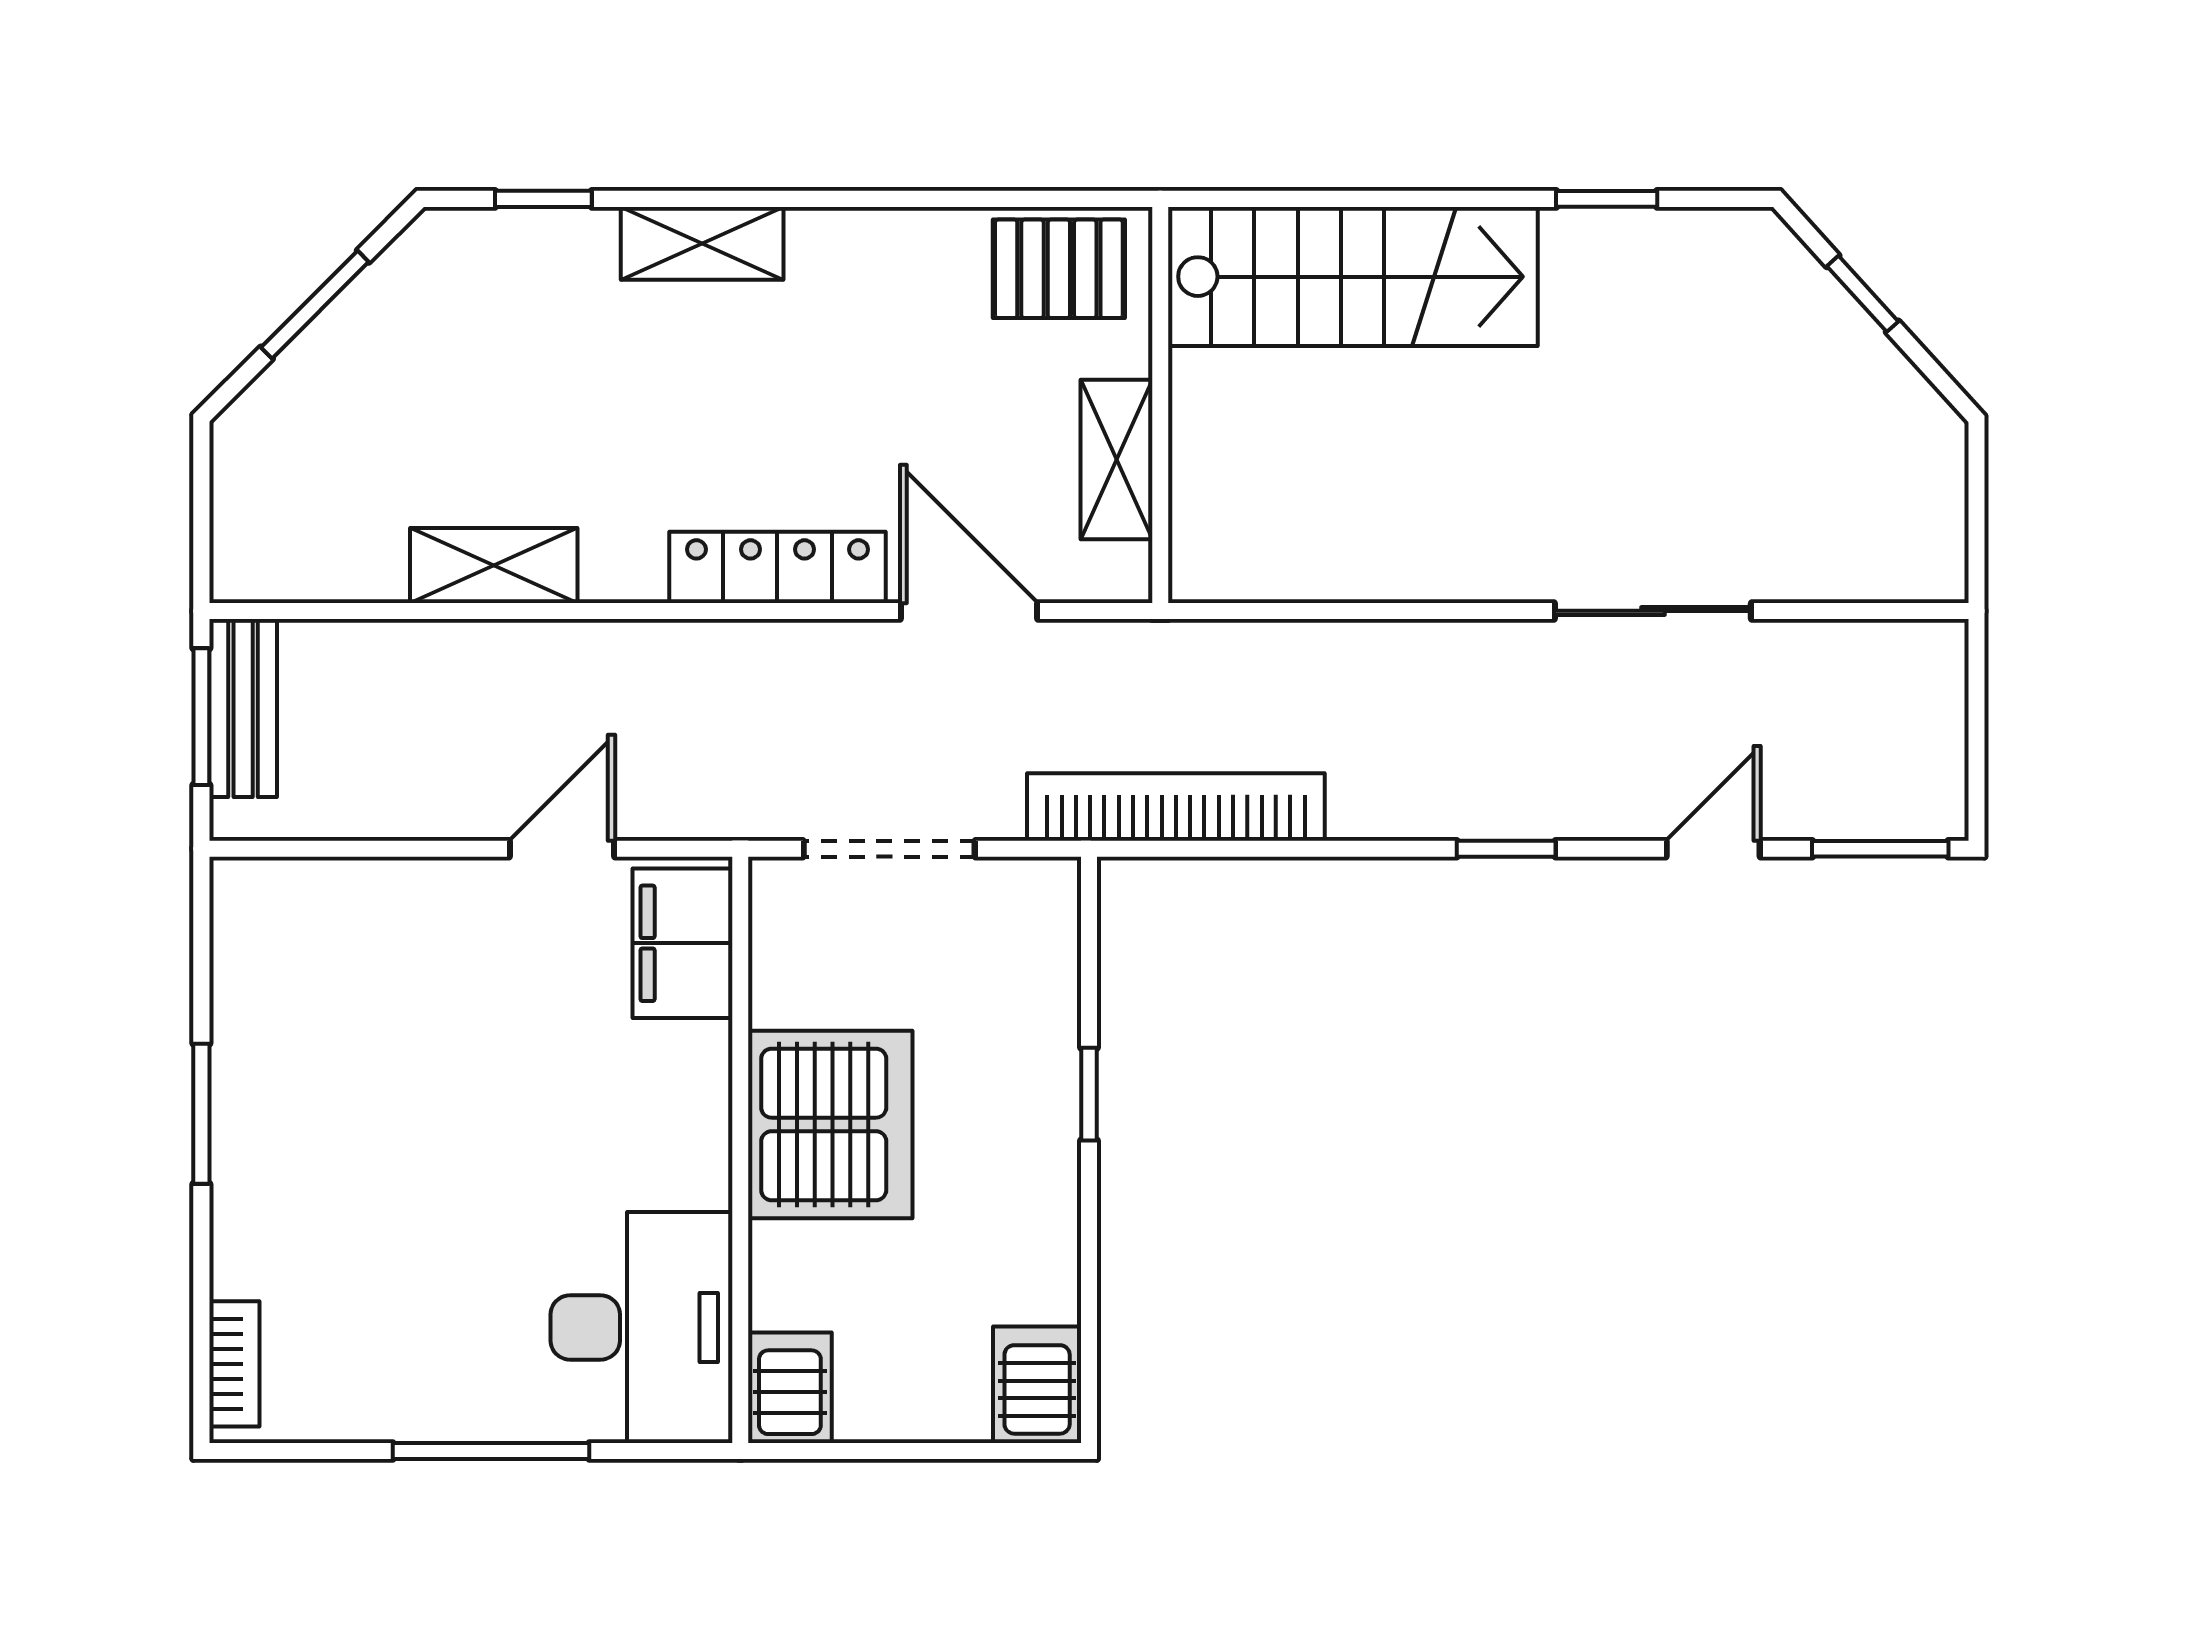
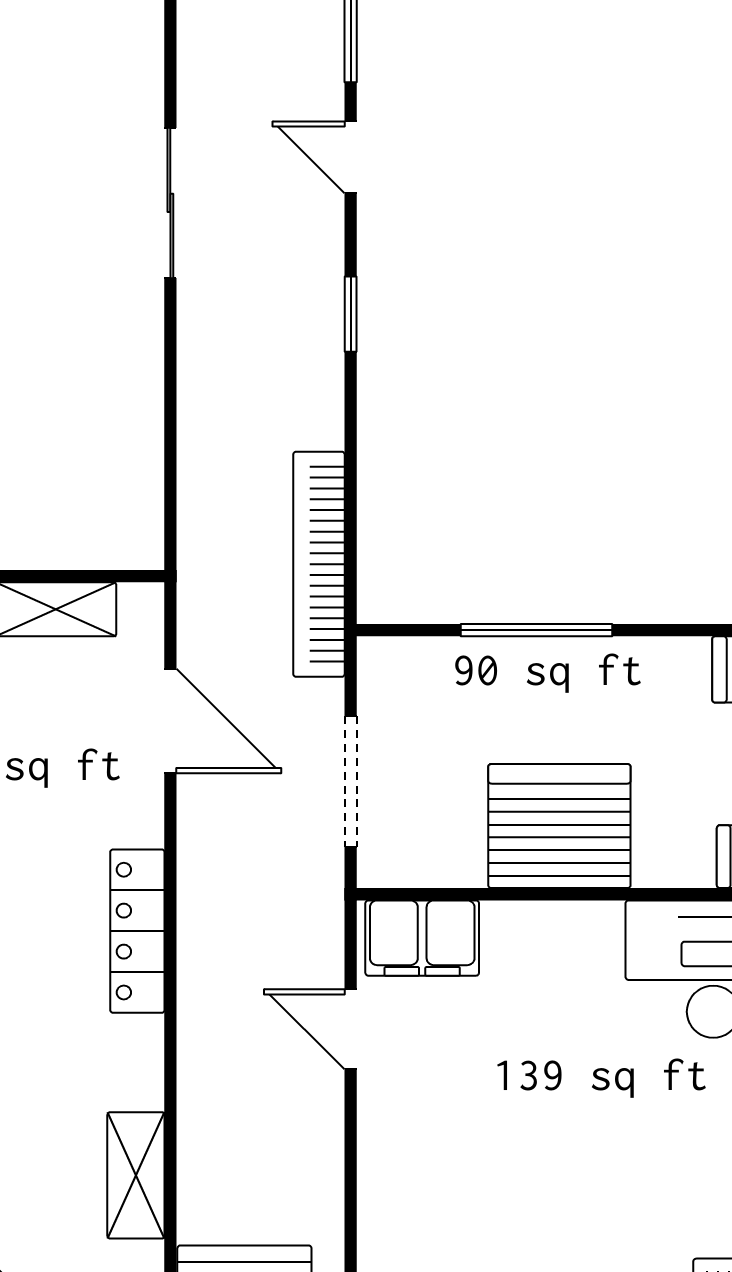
shelving: (494, 565) -> (136, 1175), moved
locker: (777, 567) -> (137, 931), moved
door: (969, 611) -> (170, 721), swing flipped
window: (1089, 1094) -> (536, 630), width x2.17

